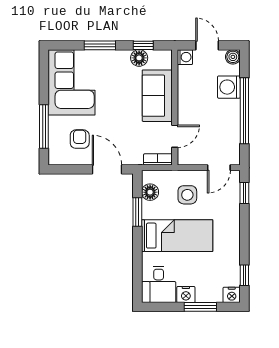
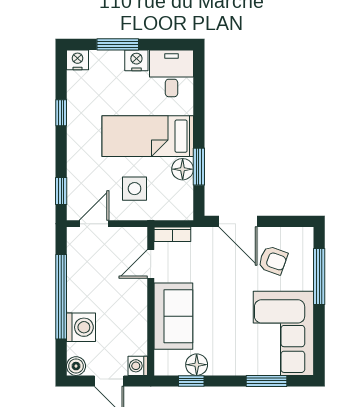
window: (100, 45) -> (267, 381), moved
armchair: (80, 139) -> (273, 260), turned -70
floor lamp: (150, 192) -> (183, 169), moved
window: (244, 275) -> (61, 113), moved

